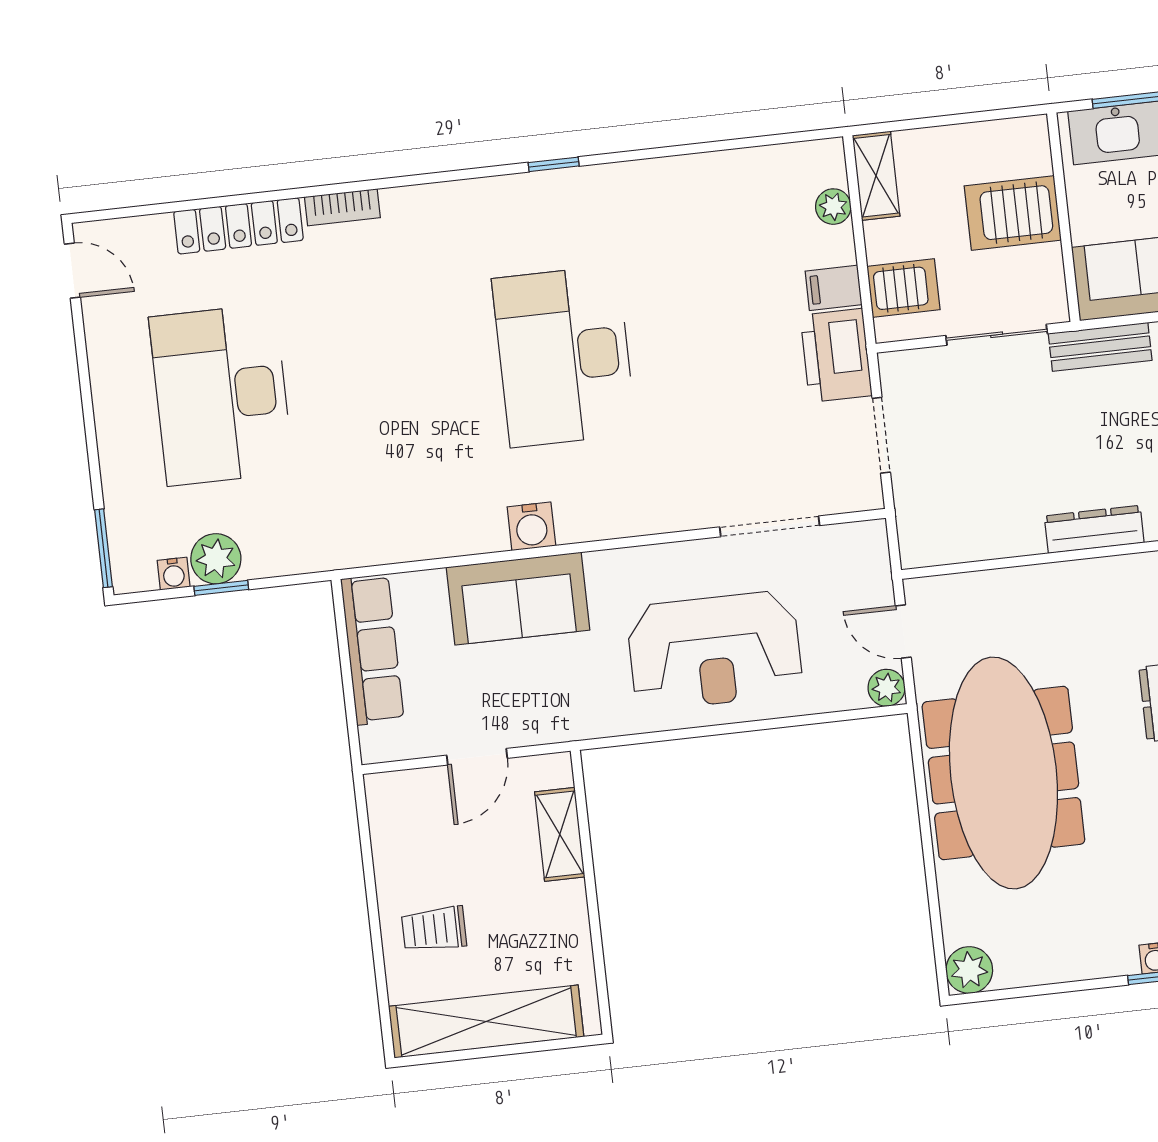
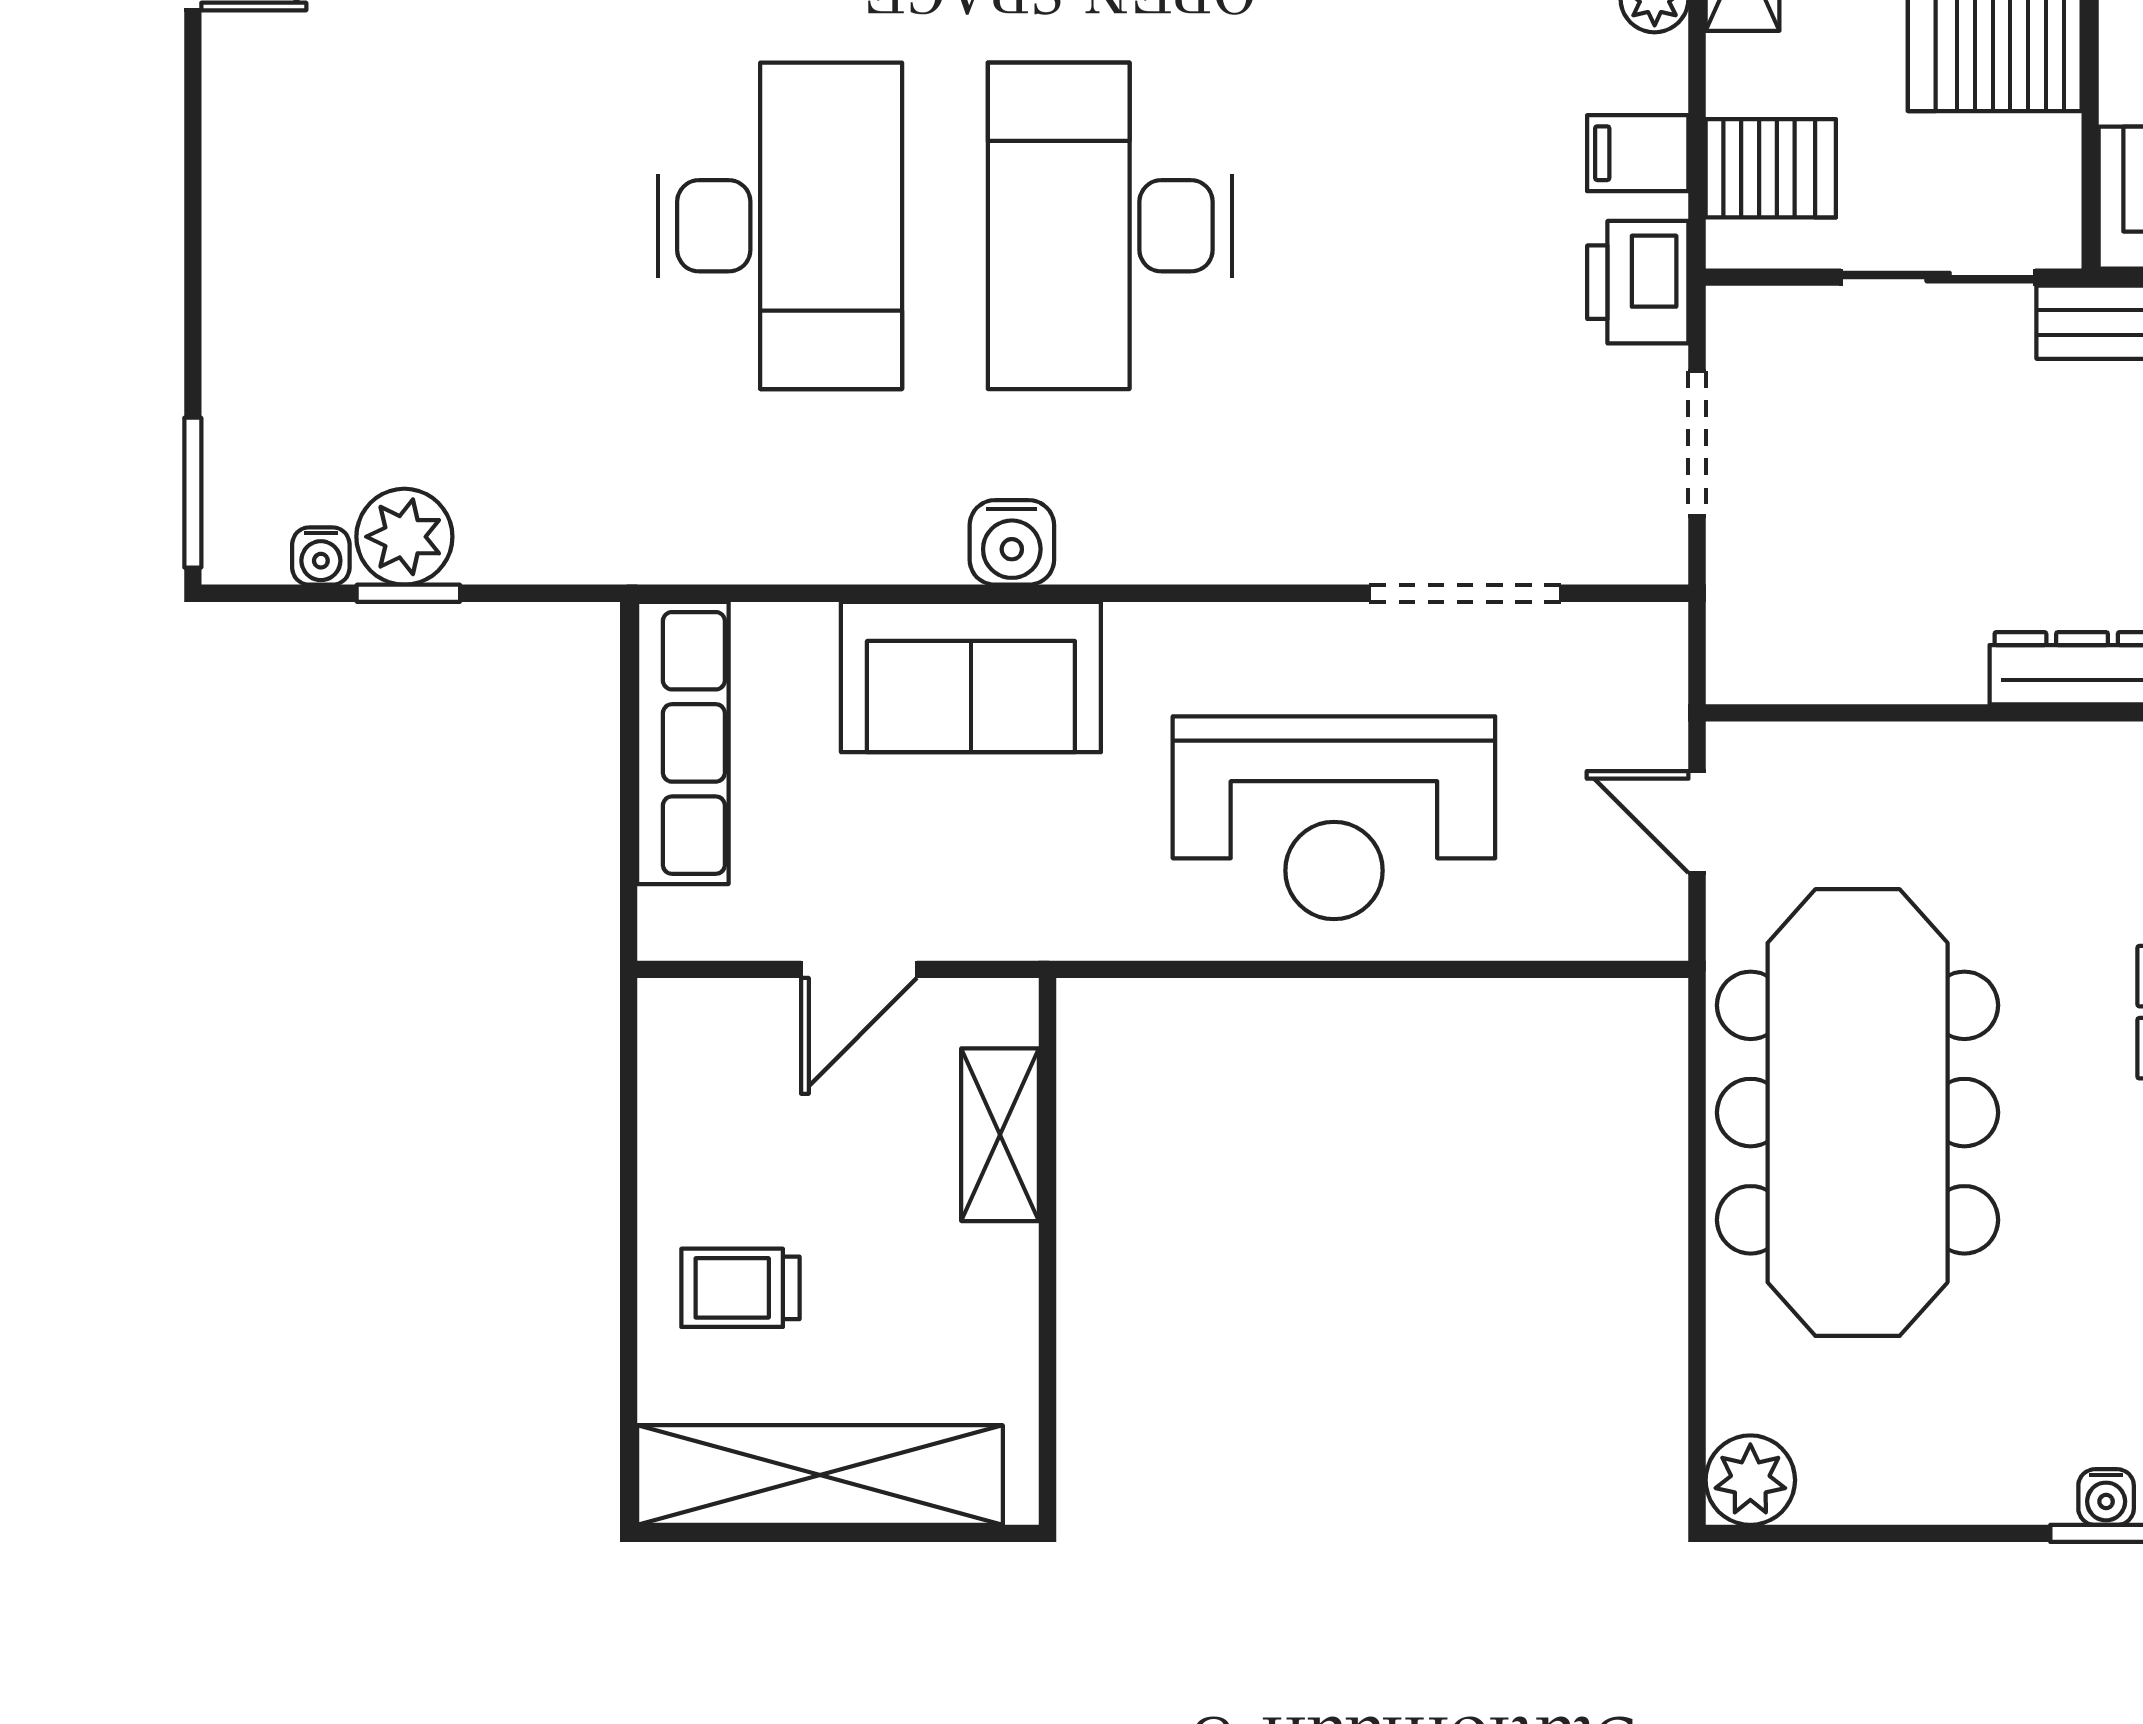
printer: (836, 355) -> (1638, 282), width x0.73, depth x0.84
desk: (221, 395) -> (780, 226), moved, turned 180
plant: (886, 688) -> (1653, 925), removed

